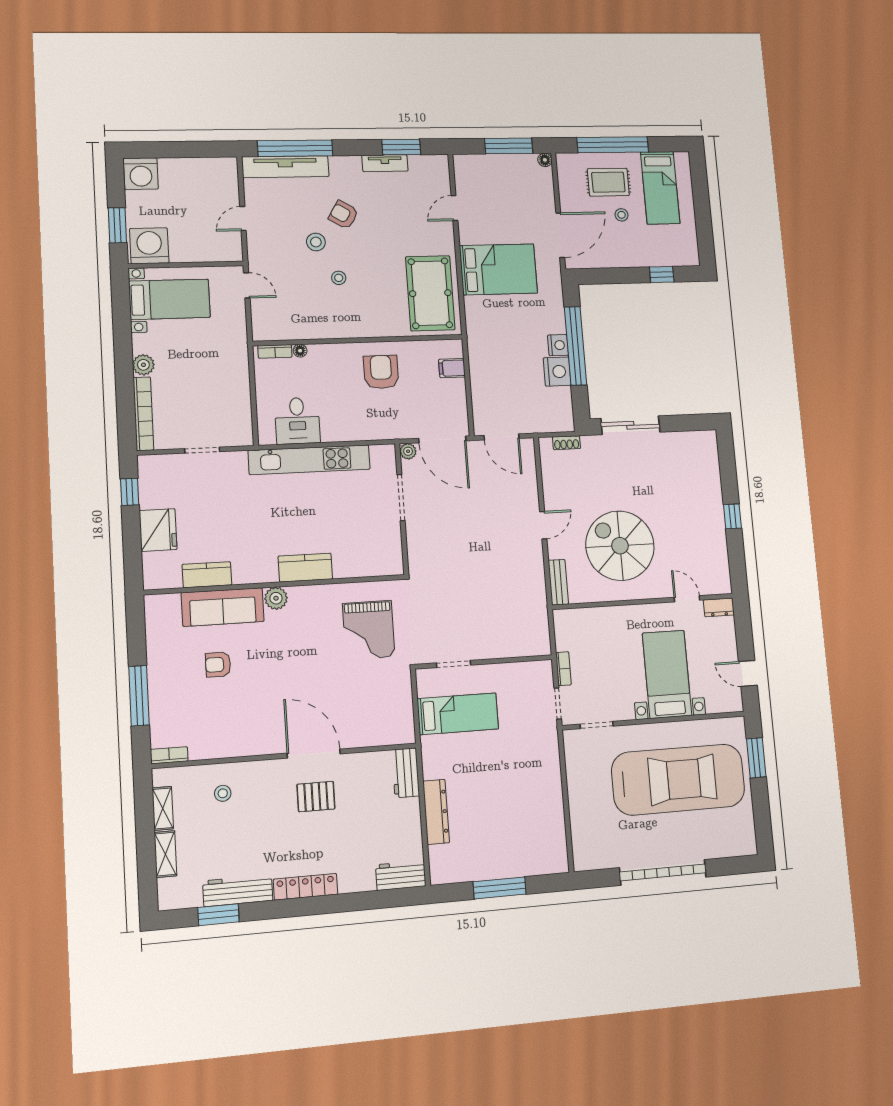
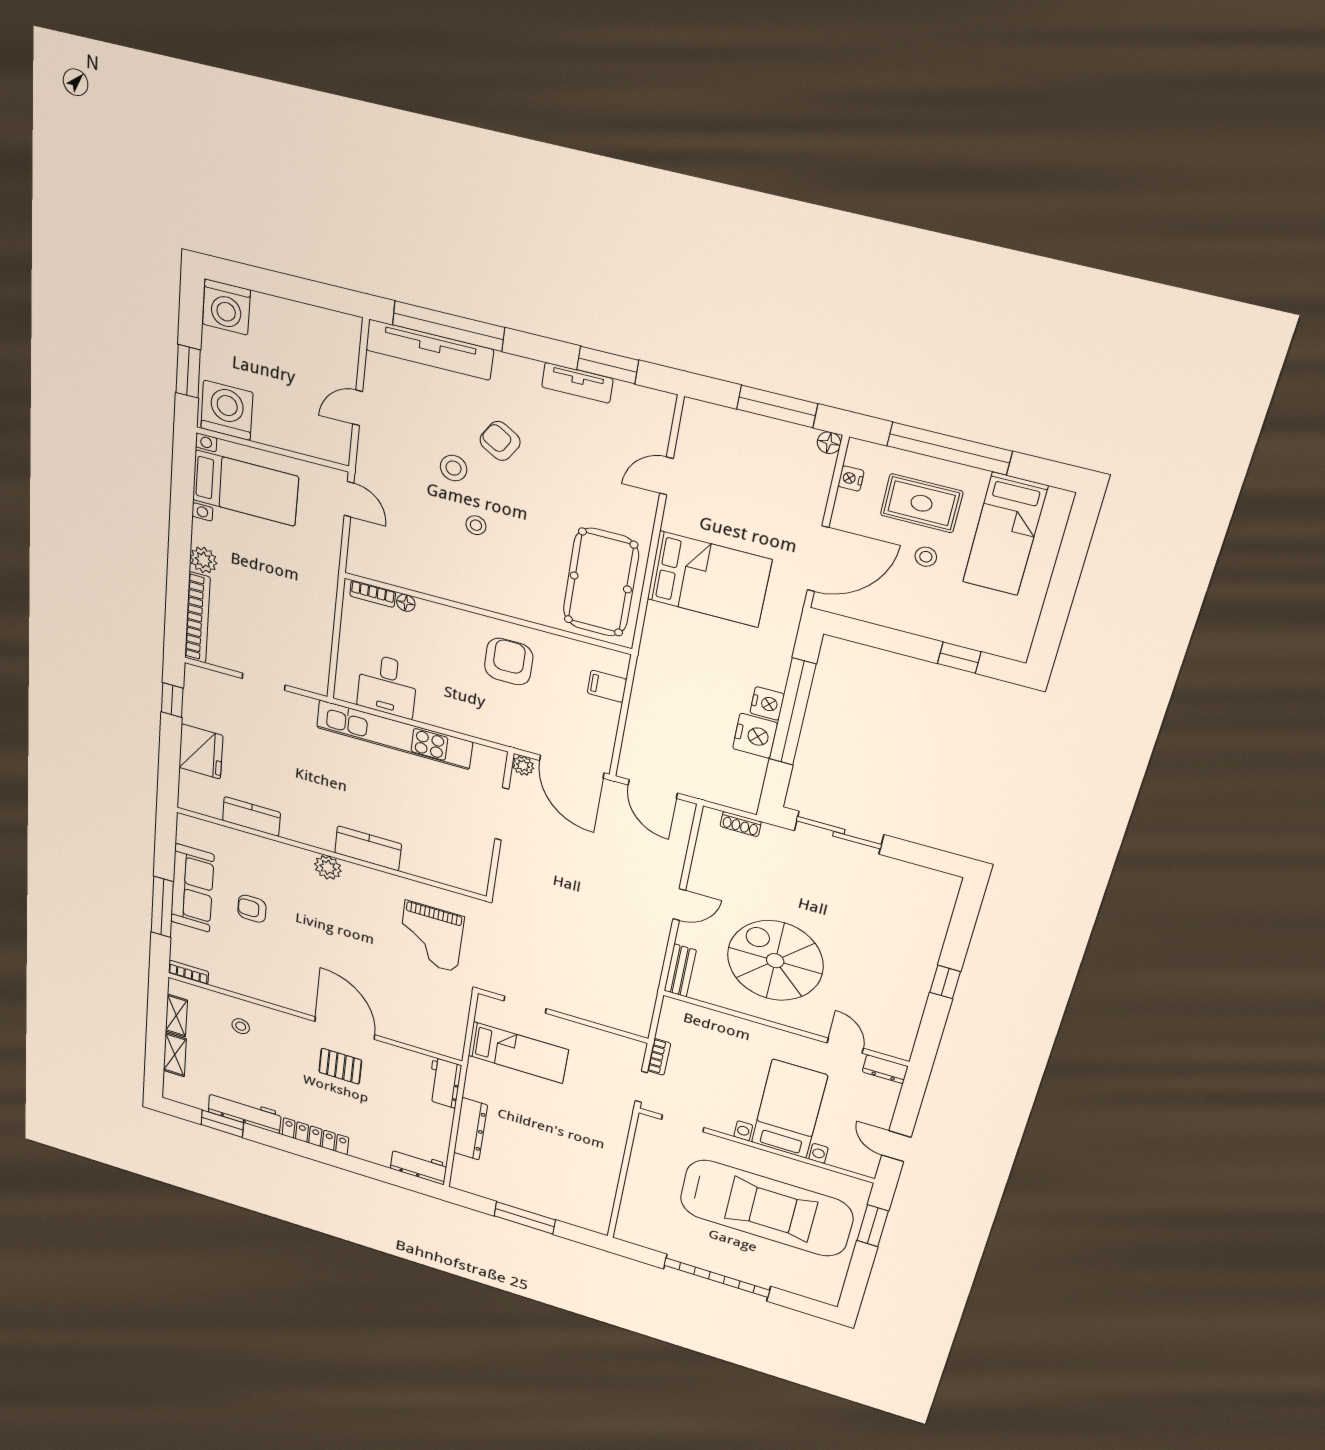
nightstand: (564, 178) -> (851, 478), added
sofa: (223, 607) -> (192, 888), moved, turned -90

